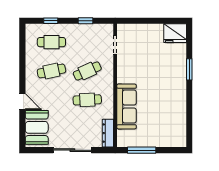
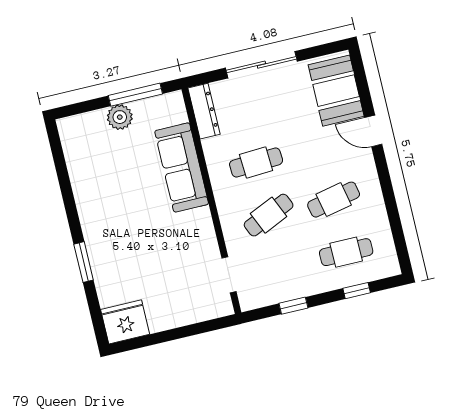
plant: (152, 140) -> (120, 117), added

